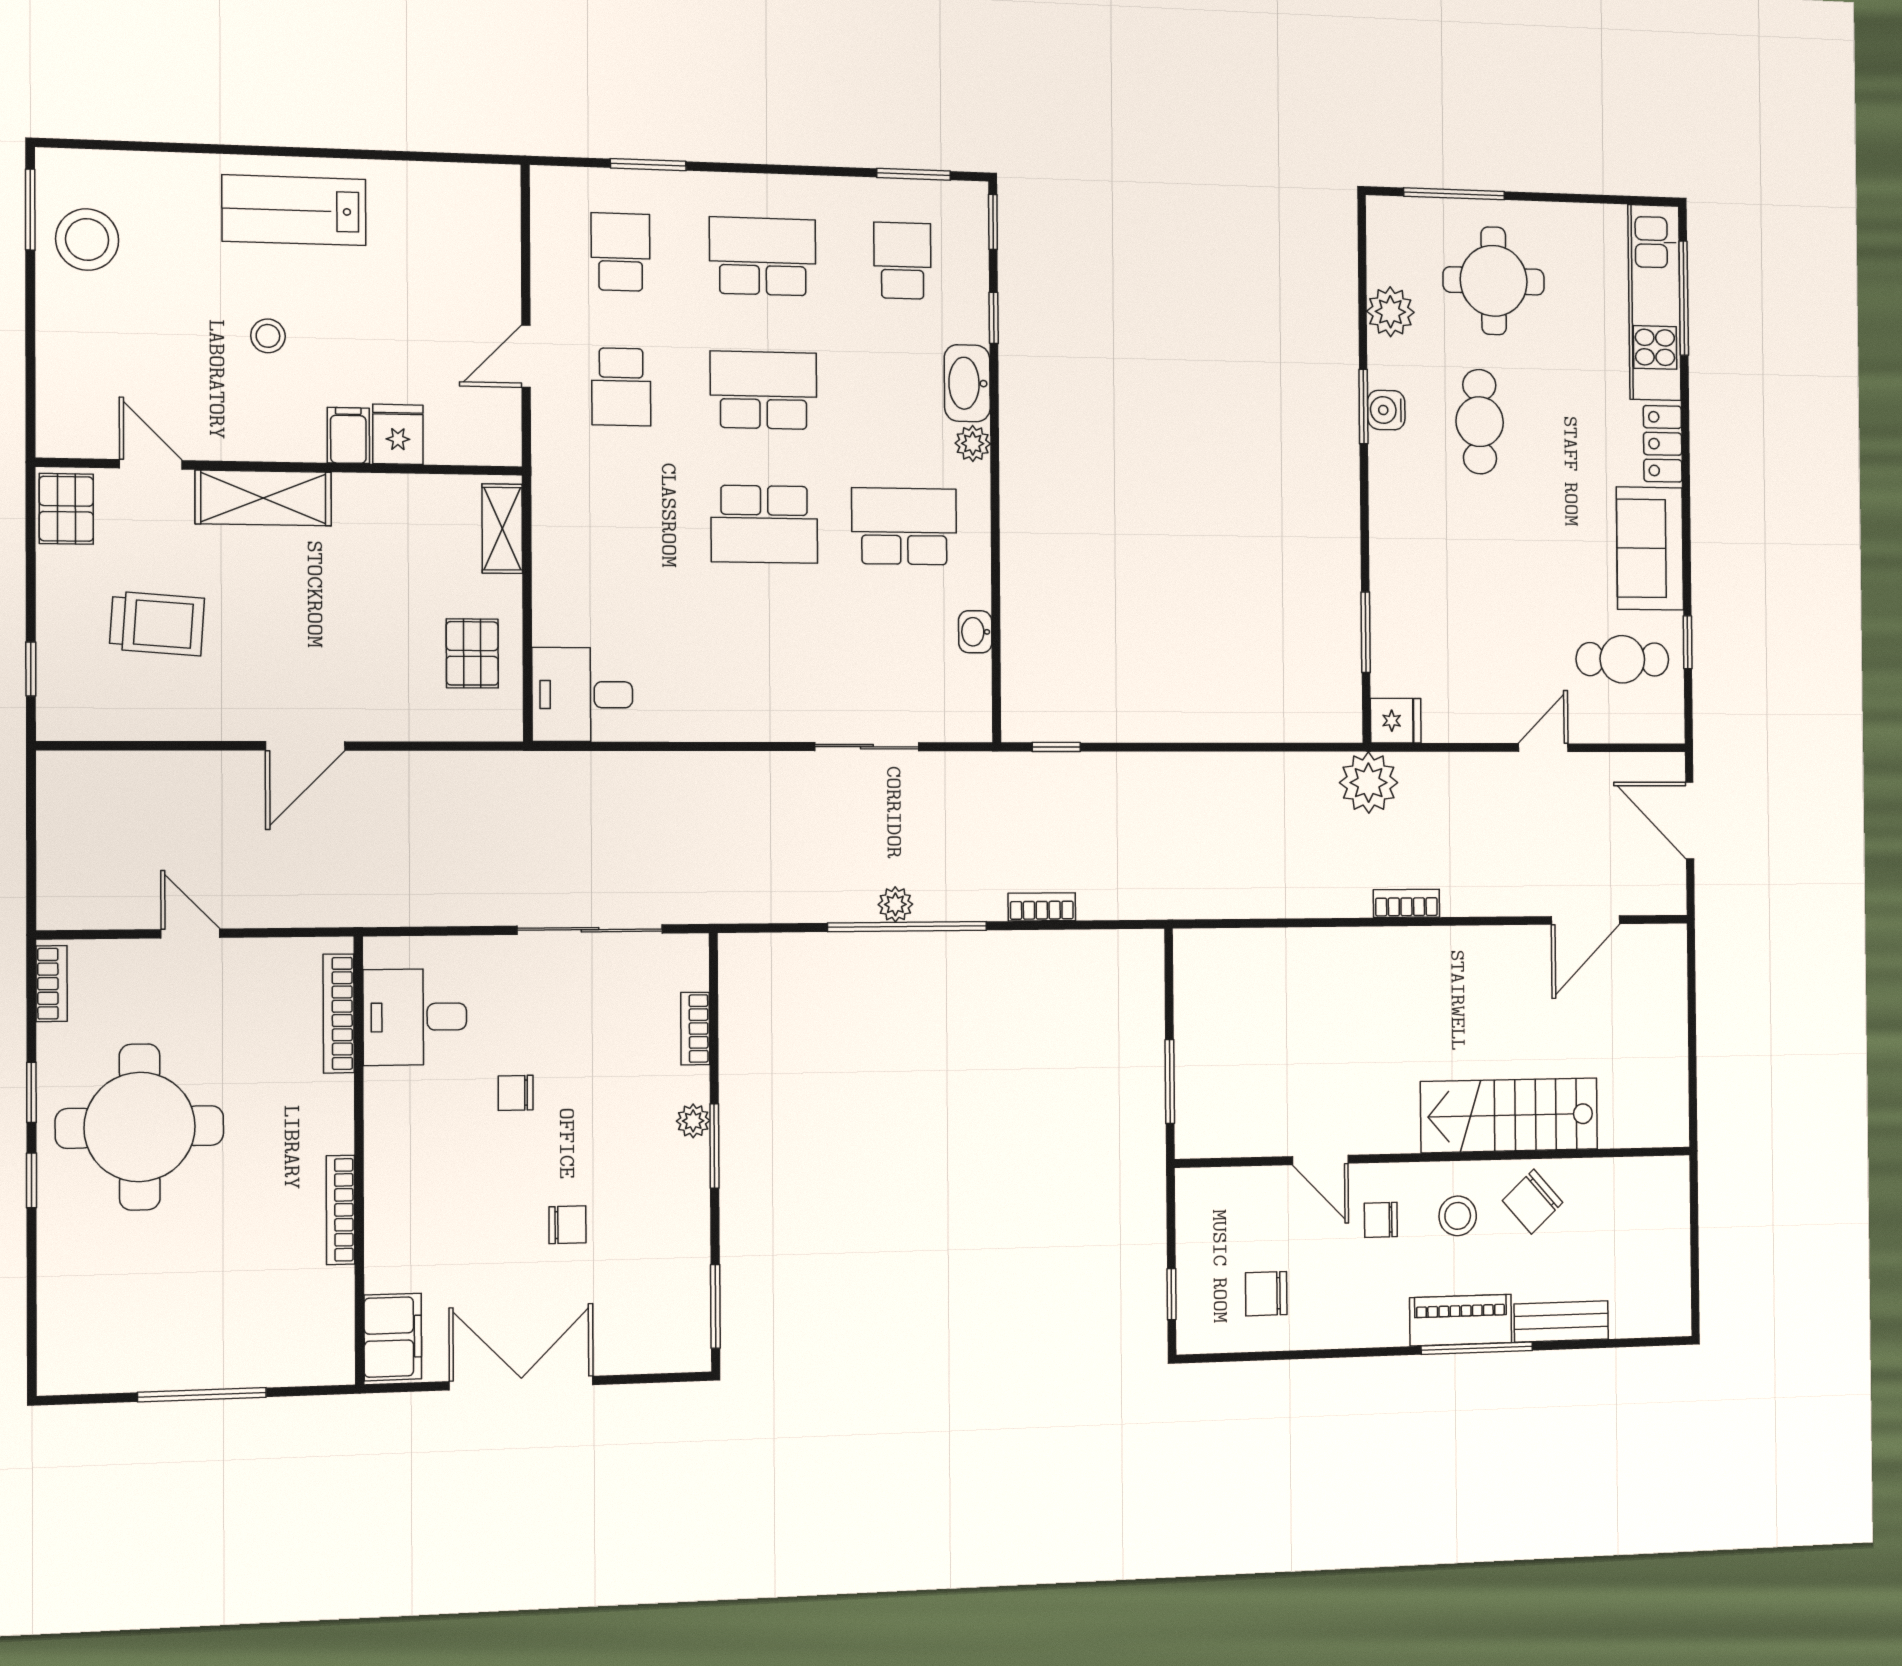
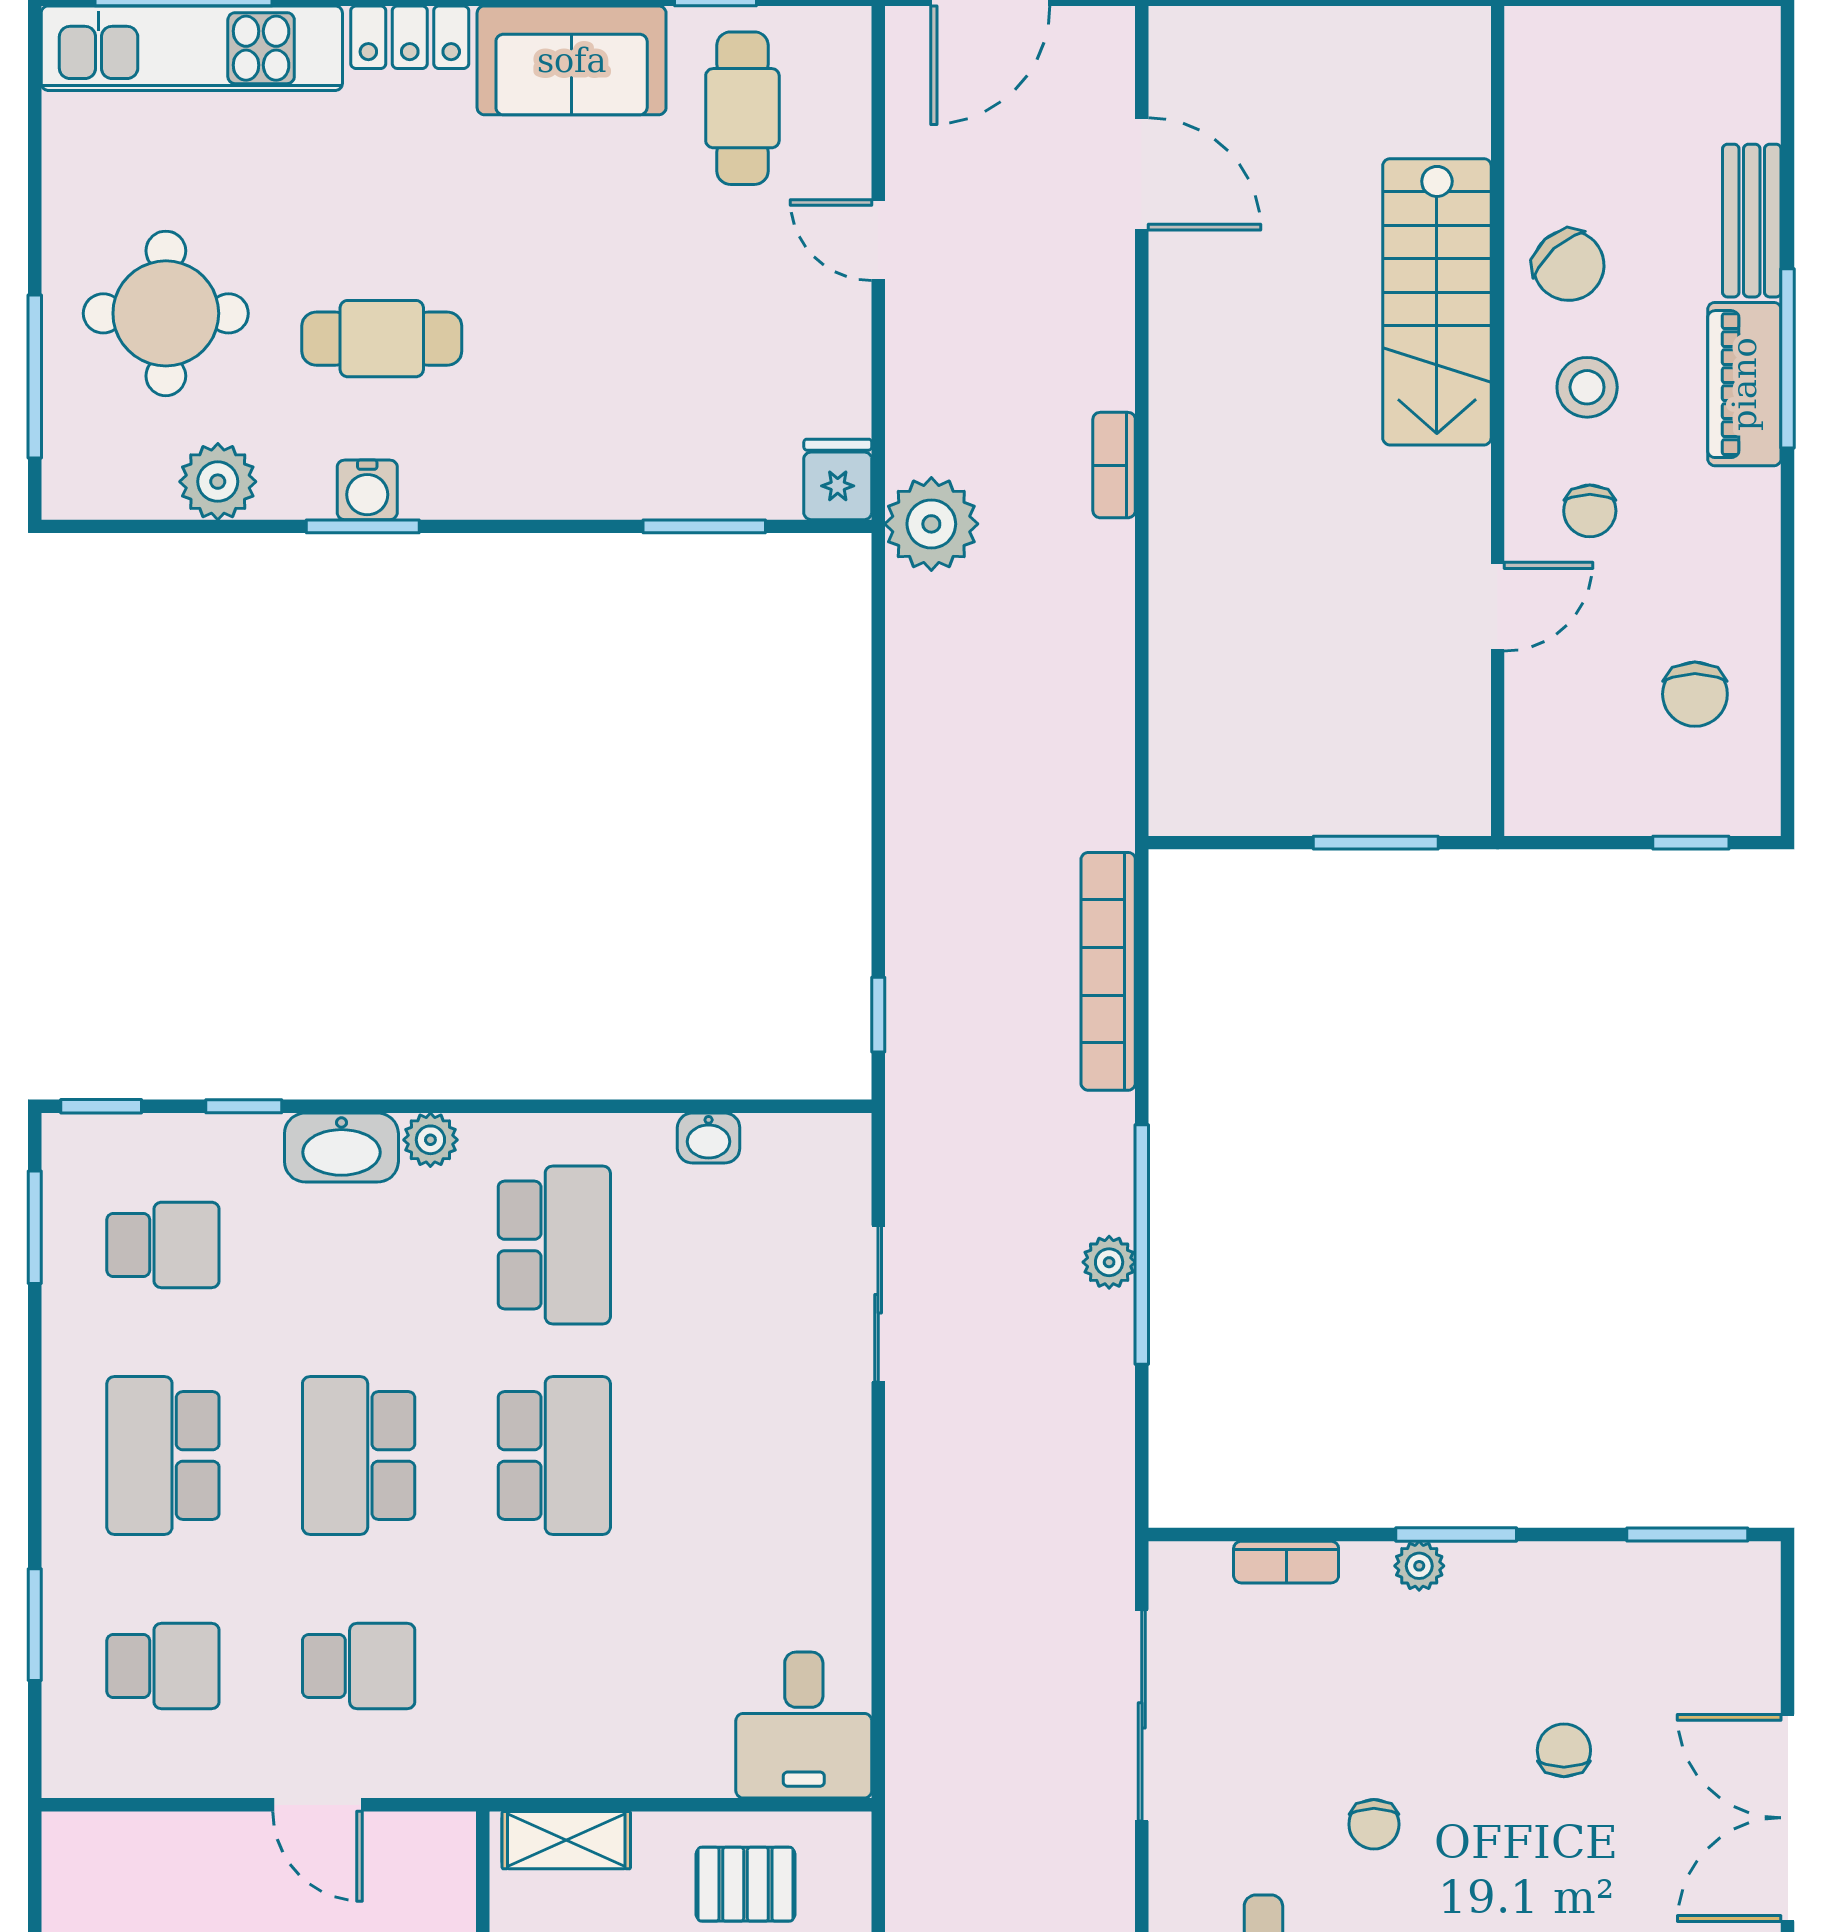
school desk: (621, 252) -> (163, 1666), turned 180
school desk: (902, 261) -> (163, 1245), turned 180
school desk: (904, 526) -> (554, 1245), turned 180
bookcase: (1042, 907) -> (1108, 971), width x2.31, depth x1.31

